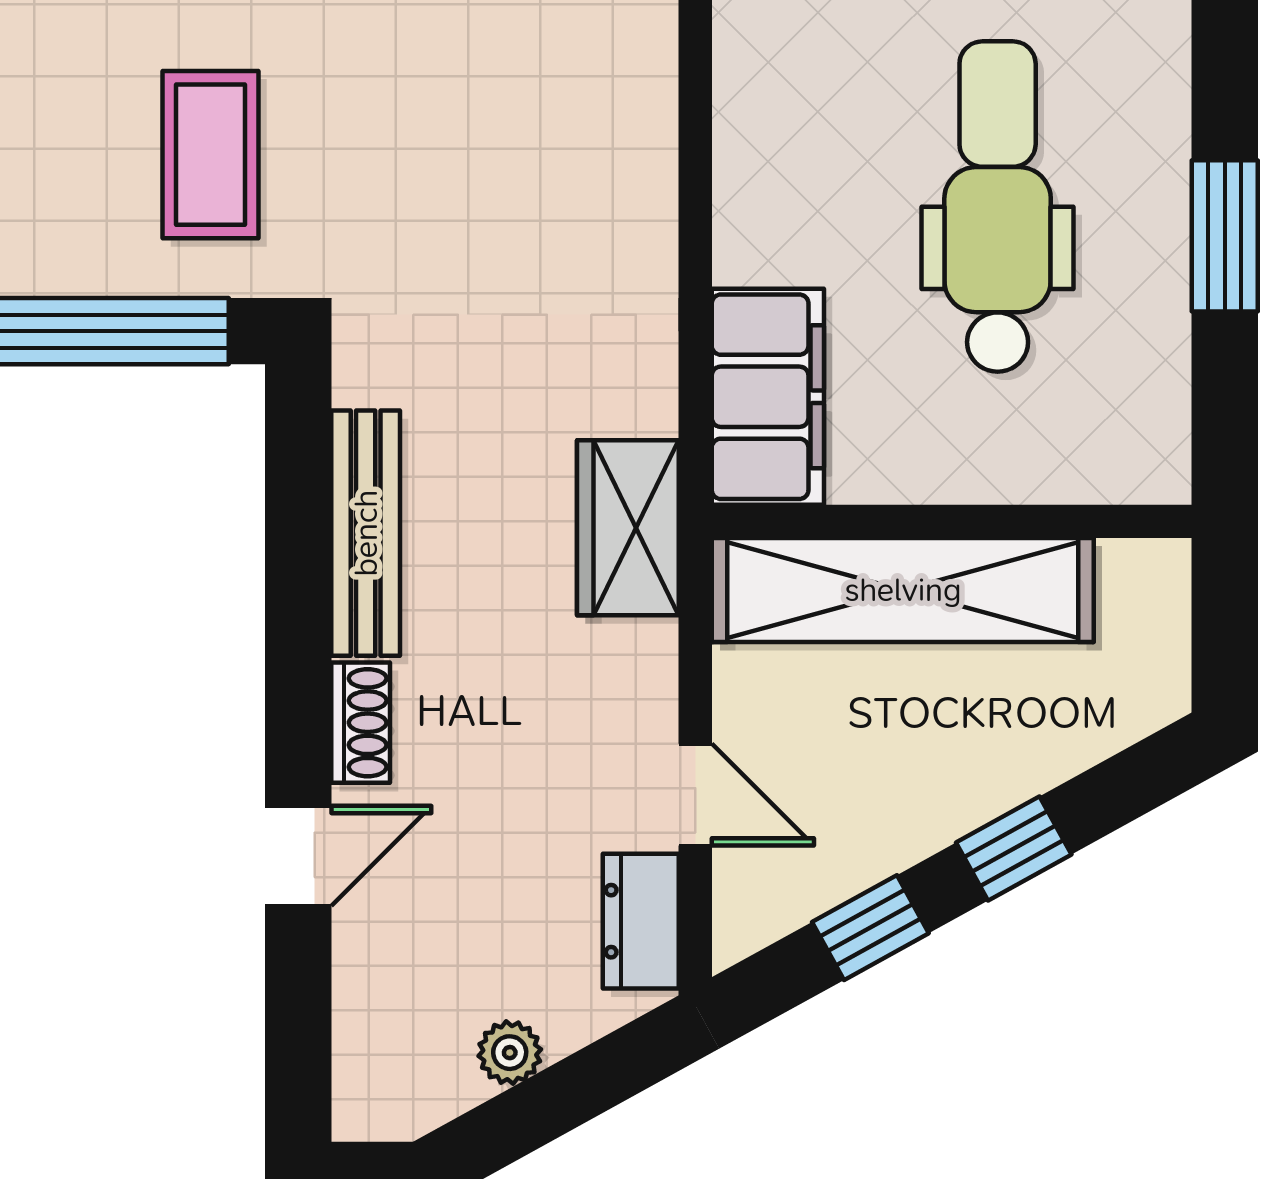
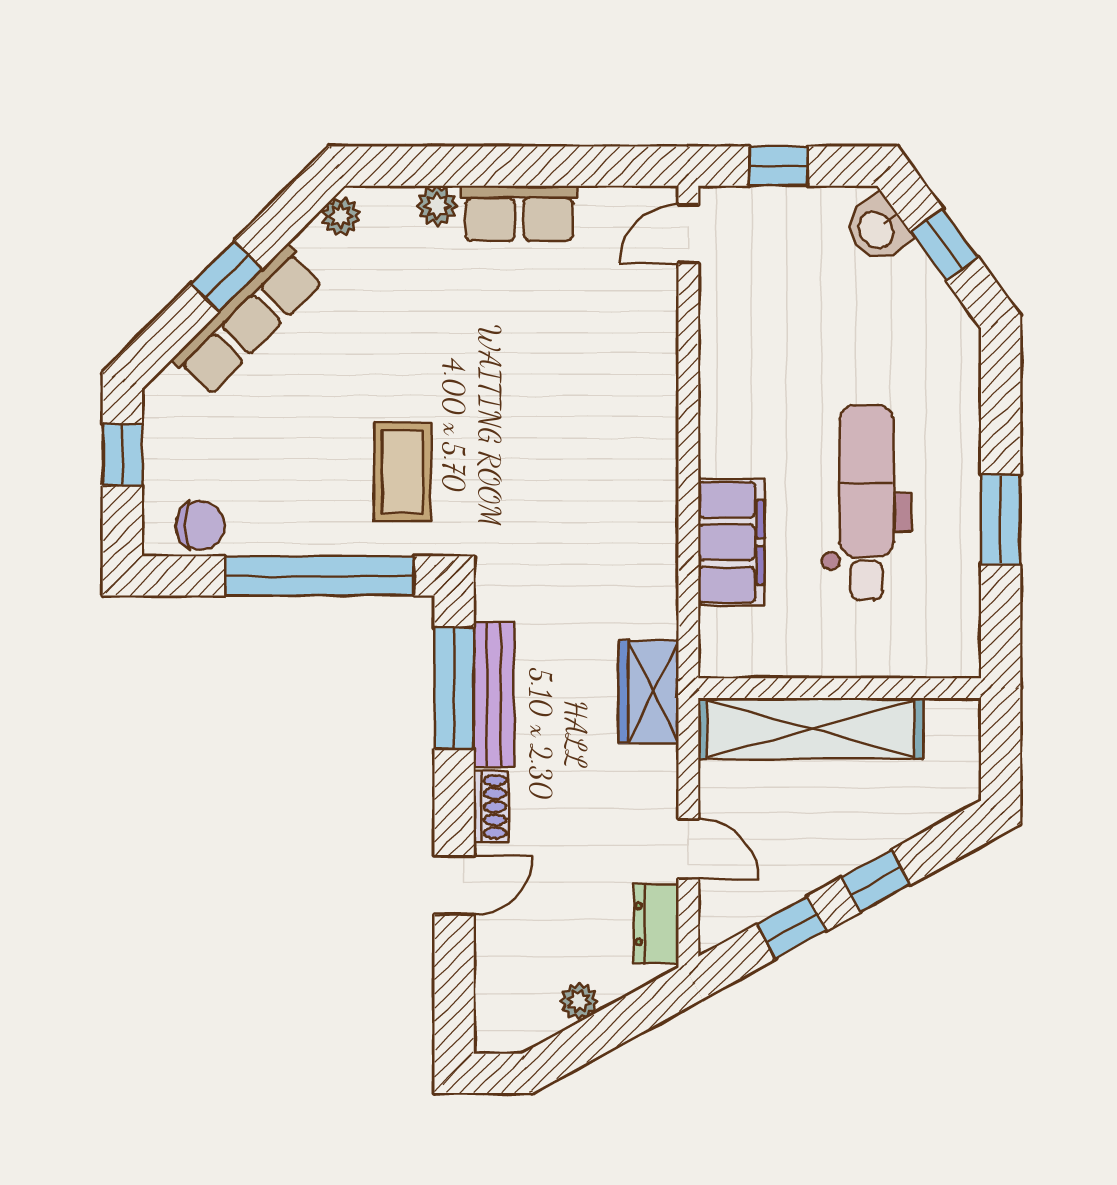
filing cabinet: (768, 397) -> (731, 542), moved
window: (298, 522) -> (454, 688), added

